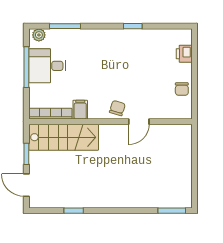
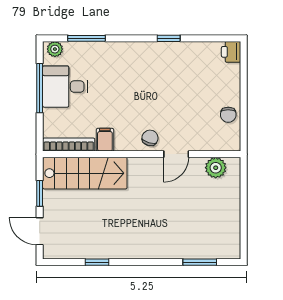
printer: (184, 54) -> (231, 52), moved
plant: (171, 133) -> (216, 168), added
window: (172, 211) -> (200, 262), moved

